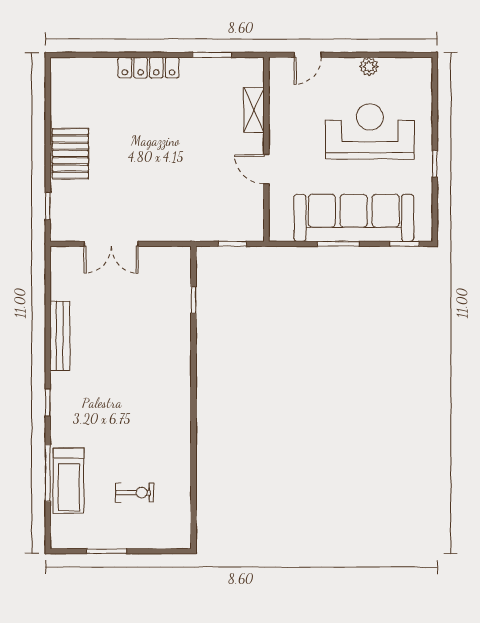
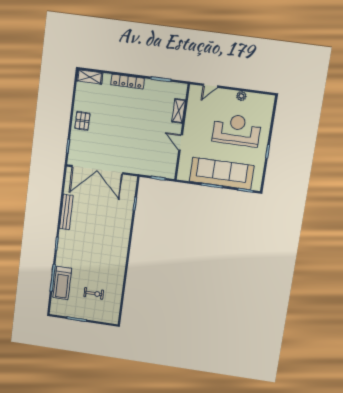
shelving: (74, 68) -> (90, 77), added
pallet: (70, 153) -> (82, 121), width x0.67, depth x0.71
double door: (111, 244) -> (97, 170), width x1.87

